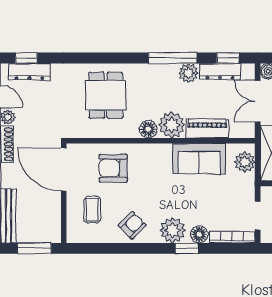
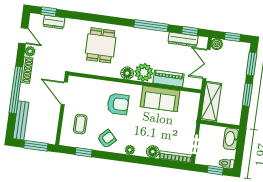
dresser: (29, 72) -> (54, 22), width x0.70
plant: (188, 73) -> (161, 38), removed
plant: (245, 162) -> (192, 105), removed
armchair: (113, 168) -> (118, 104), moved, turned 180
door: (64, 170) -> (64, 93), width x0.73
plant: (173, 230) -> (130, 150), width x0.53, depth x0.53
window: (187, 248) -> (84, 152), moved

